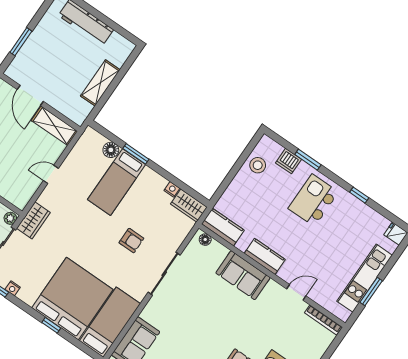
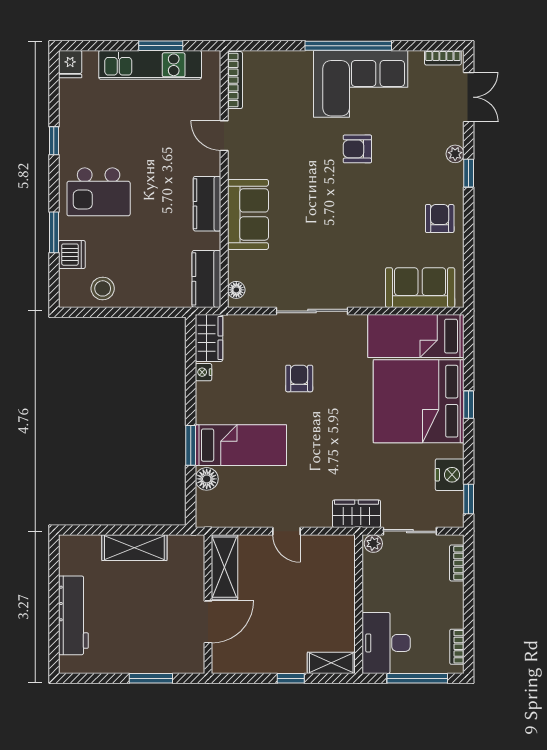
nightstand: (13, 288) -> (450, 475), width x1.89, depth x1.79

